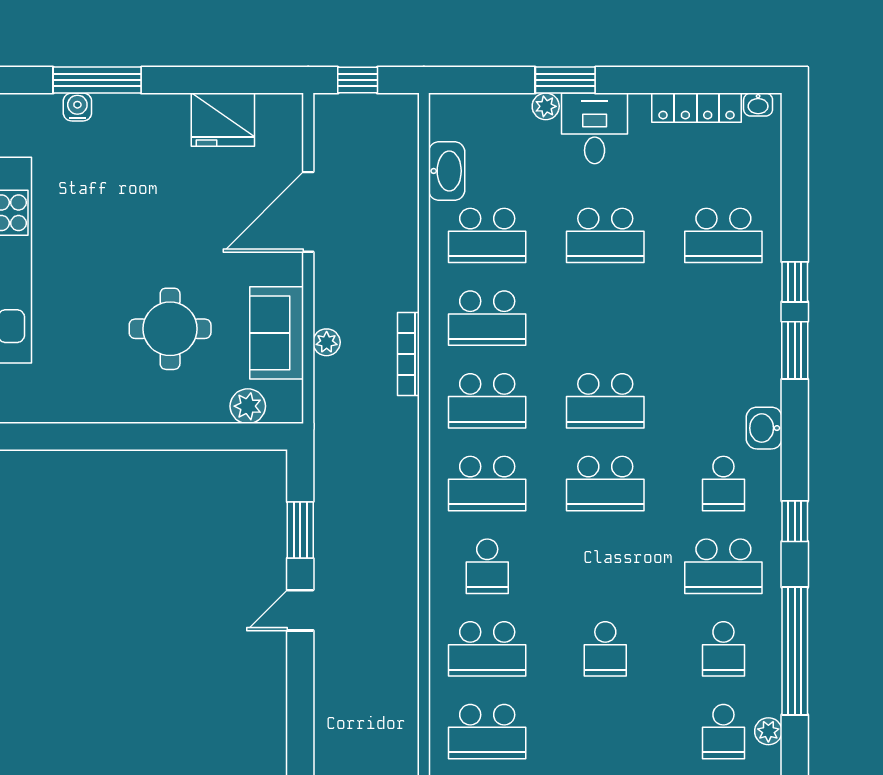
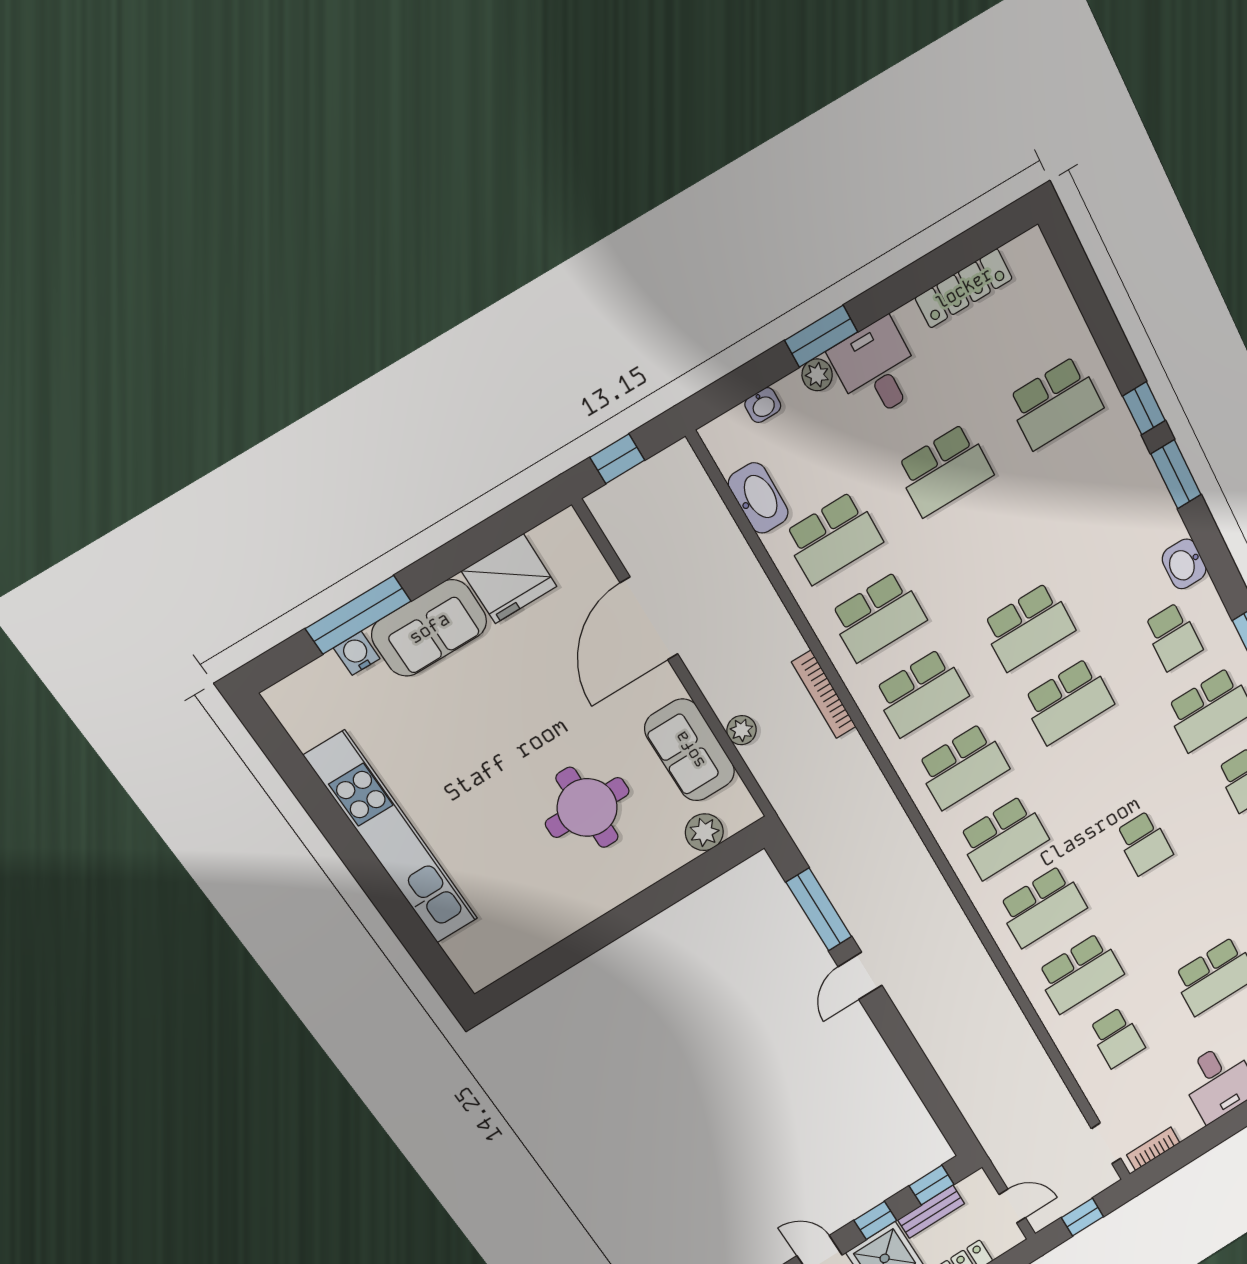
washbasin: (758, 105) -> (763, 405), moved
sofa: (141, 120) -> (429, 628), added
window: (300, 530) -> (819, 909), width x1.44
school desk: (487, 566) -> (1003, 837), width x1.85

